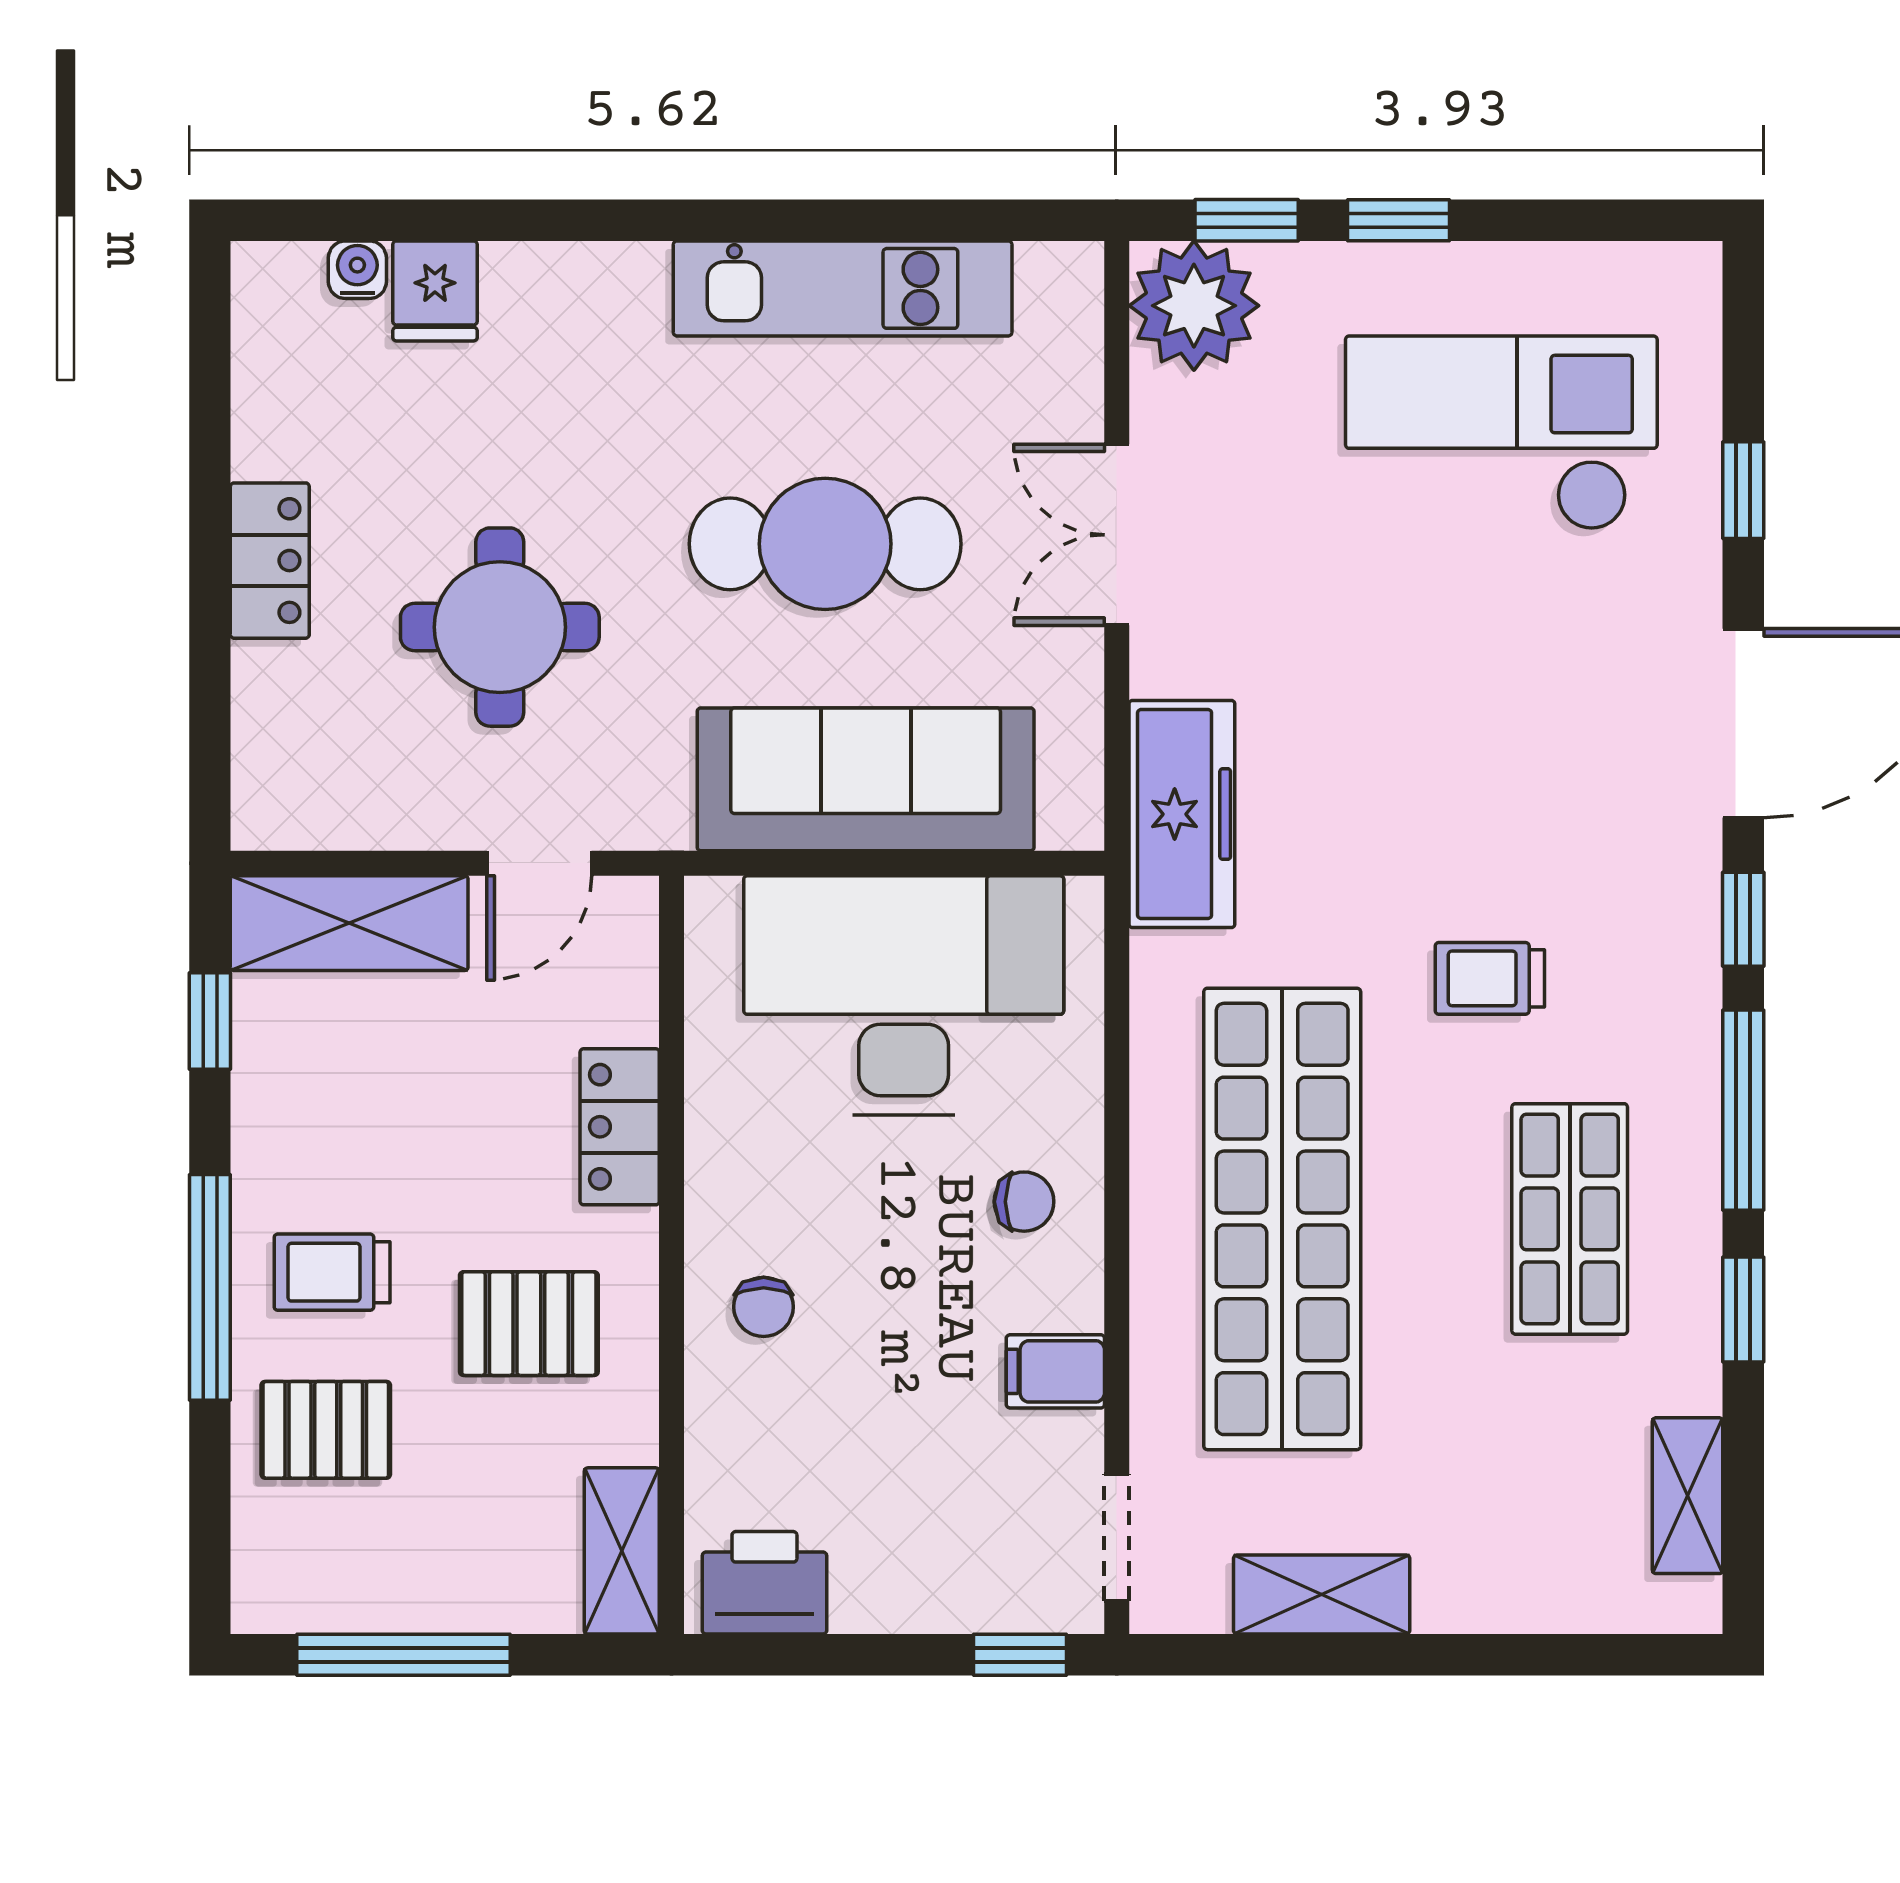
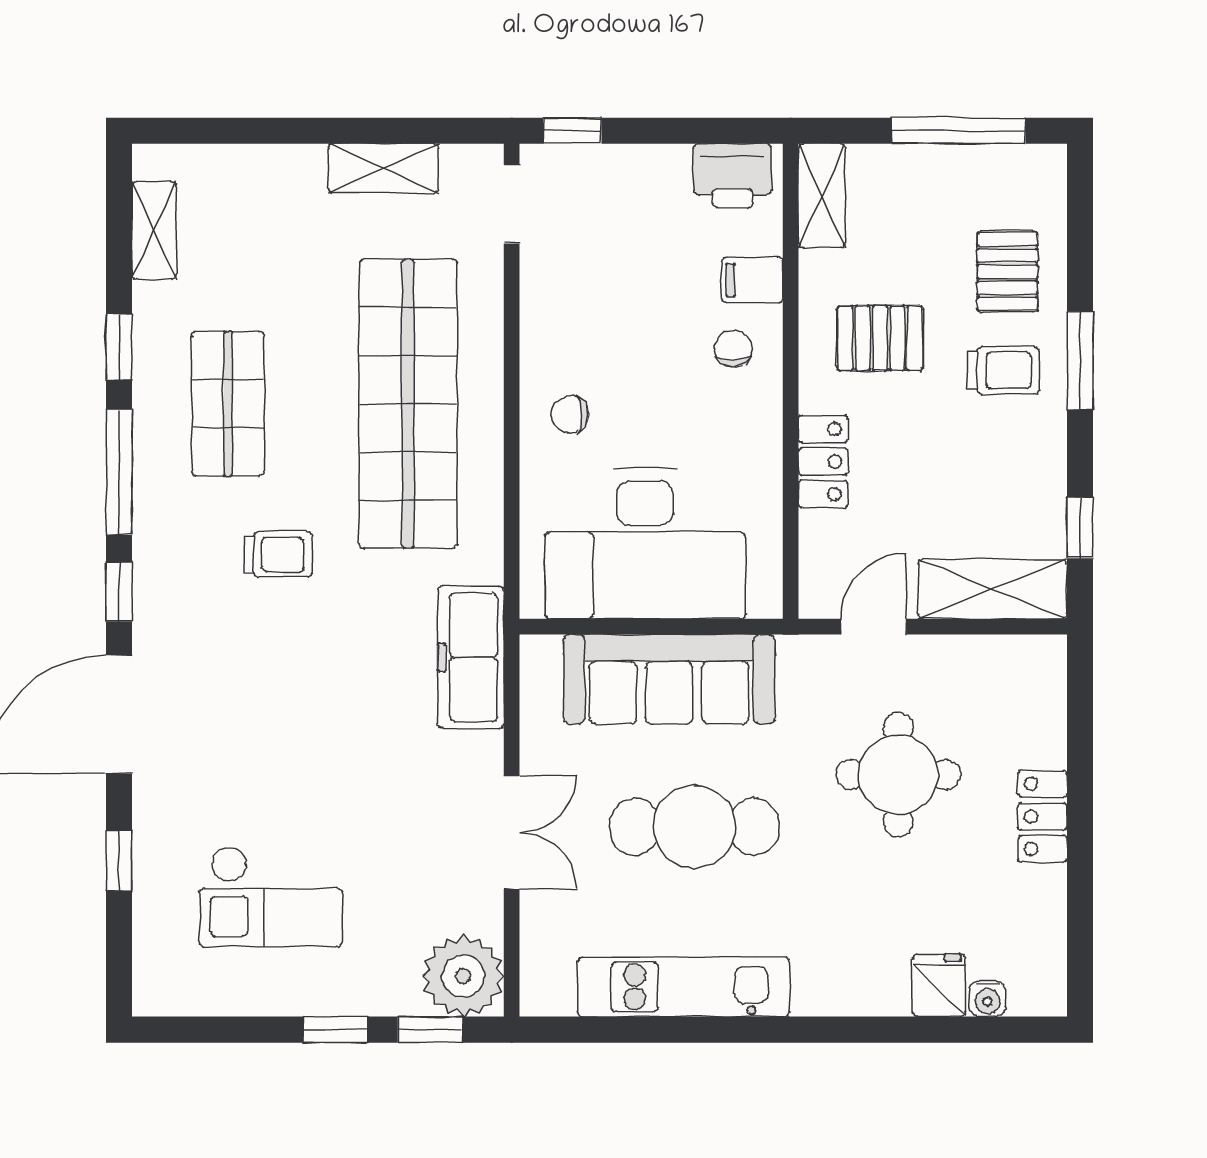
checkout: (1501, 433) -> (271, 896), width x0.73, depth x0.83
window: (210, 1287) -> (1080, 361), width x0.69
filing cabinet: (1055, 1371) -> (752, 280), moved, turned 180
pallet: (326, 1430) -> (1007, 272), turned 90

